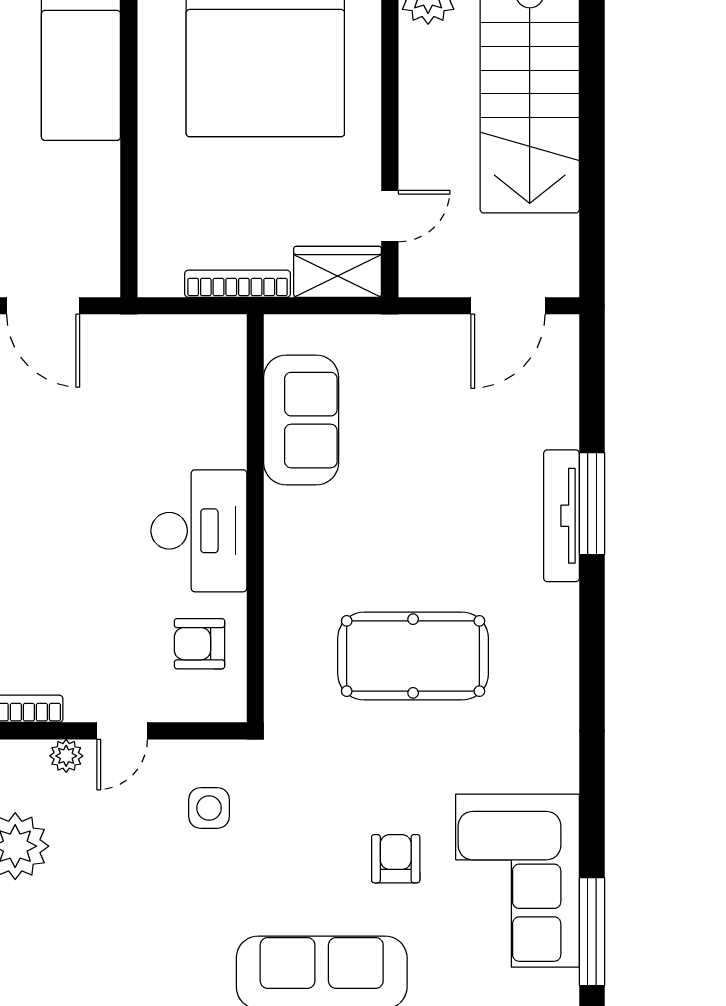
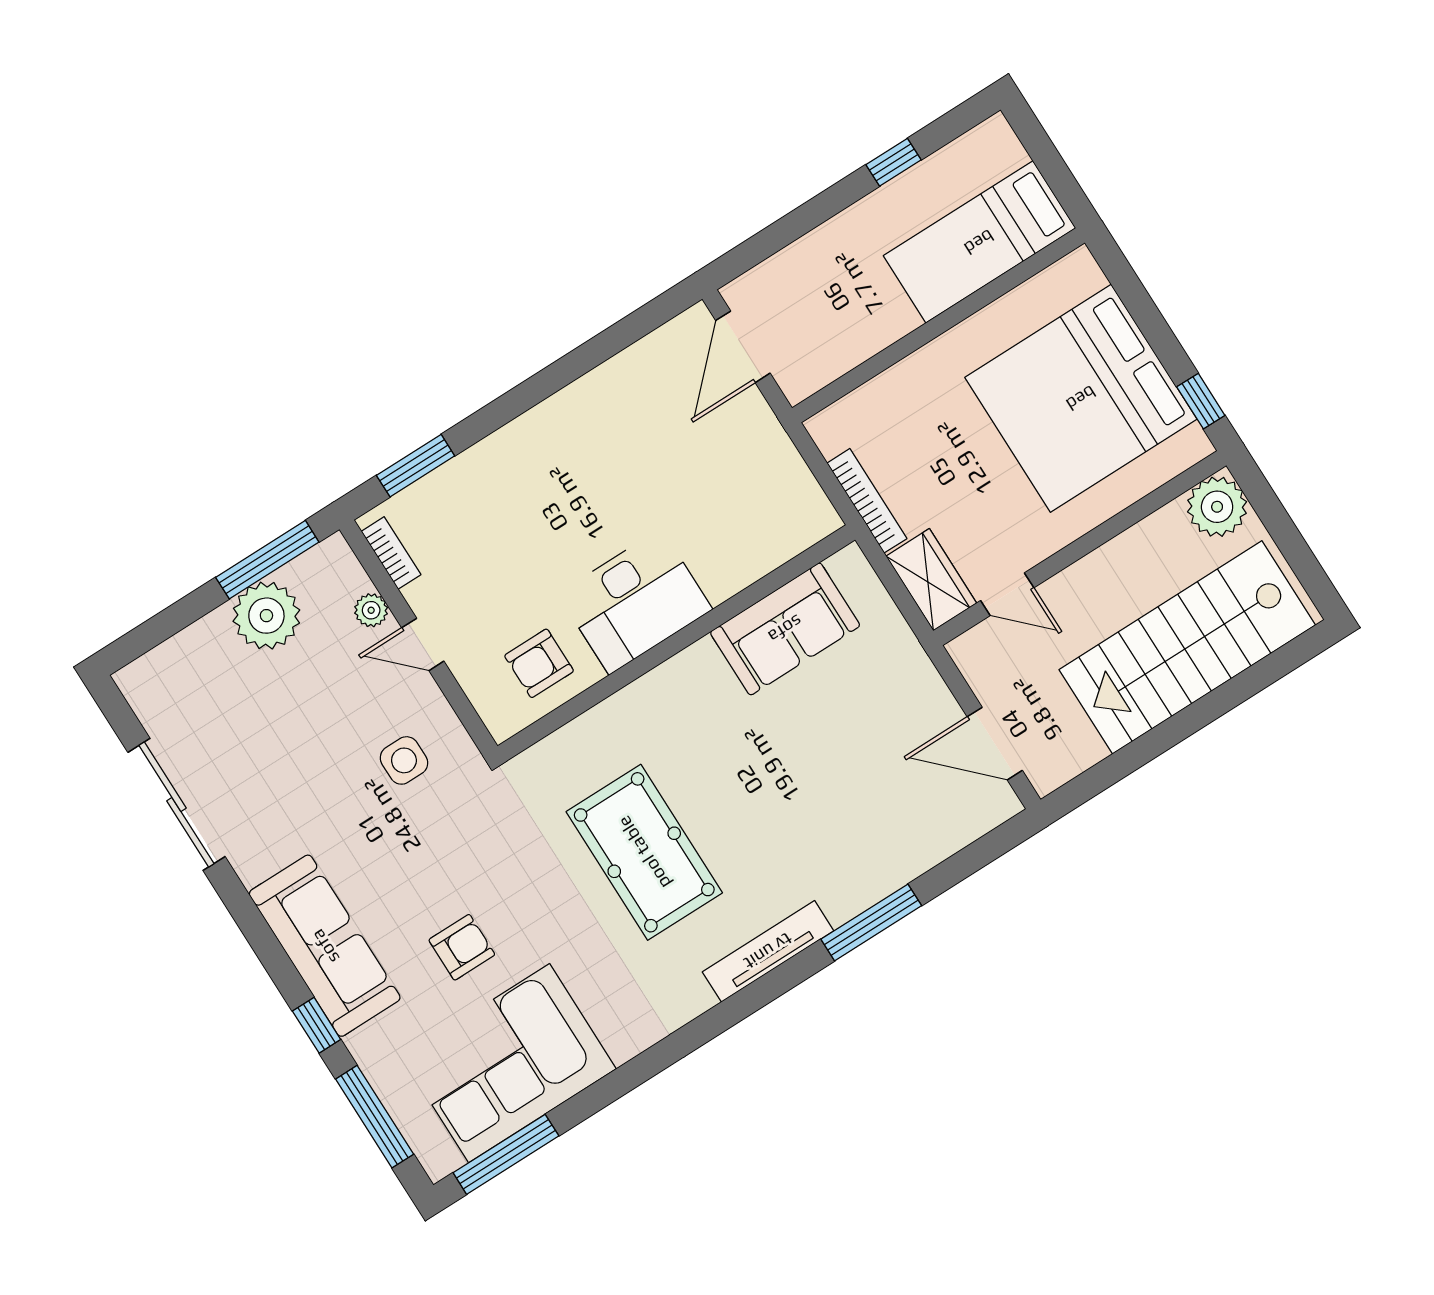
tv unit: (561, 516) -> (768, 951), moved
armchair: (200, 644) -> (539, 663), turned -90

